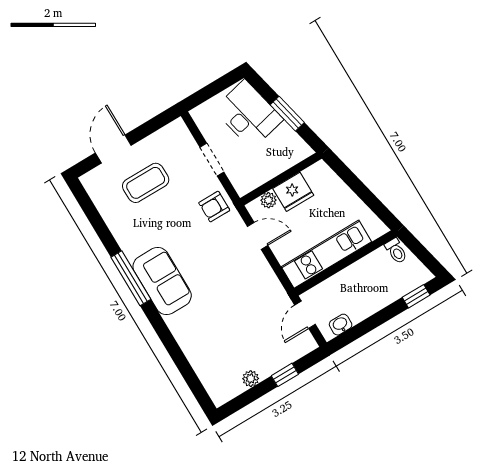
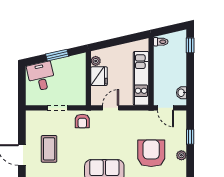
desk: (248, 114) -> (41, 76), width x0.73
plant: (268, 200) -> (96, 61), moved
armchair: (227, 333) -> (151, 153), added

